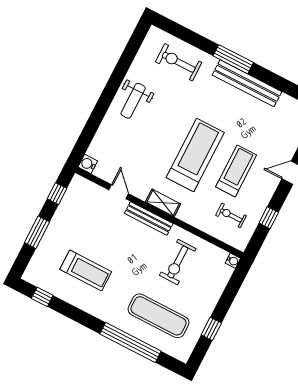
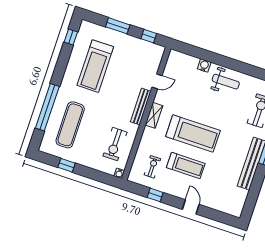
weight bench: (133, 101) -> (226, 82), turned 180
water cooler: (88, 164) -> (204, 66), moved
exercise bike: (178, 262) -> (115, 144), moved, turned -90
treadmill: (86, 270) -> (95, 66), width x1.37, depth x1.38

